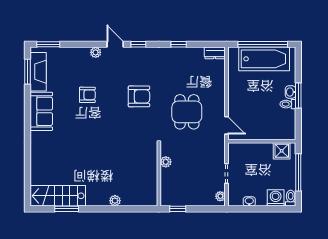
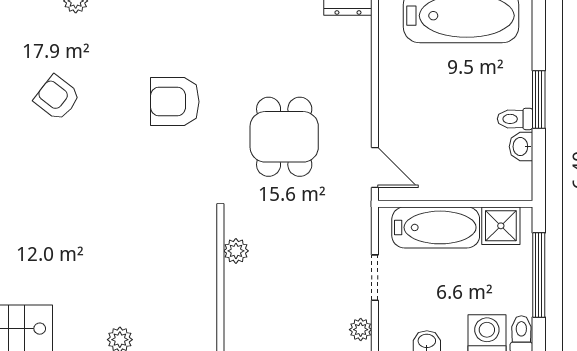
washbasin: (291, 92) -> (521, 147), moved
armchair: (87, 95) -> (57, 98), turned -142
armchair: (139, 96) -> (175, 102), turned 180
bathtub: (253, 152) -> (436, 227), added

